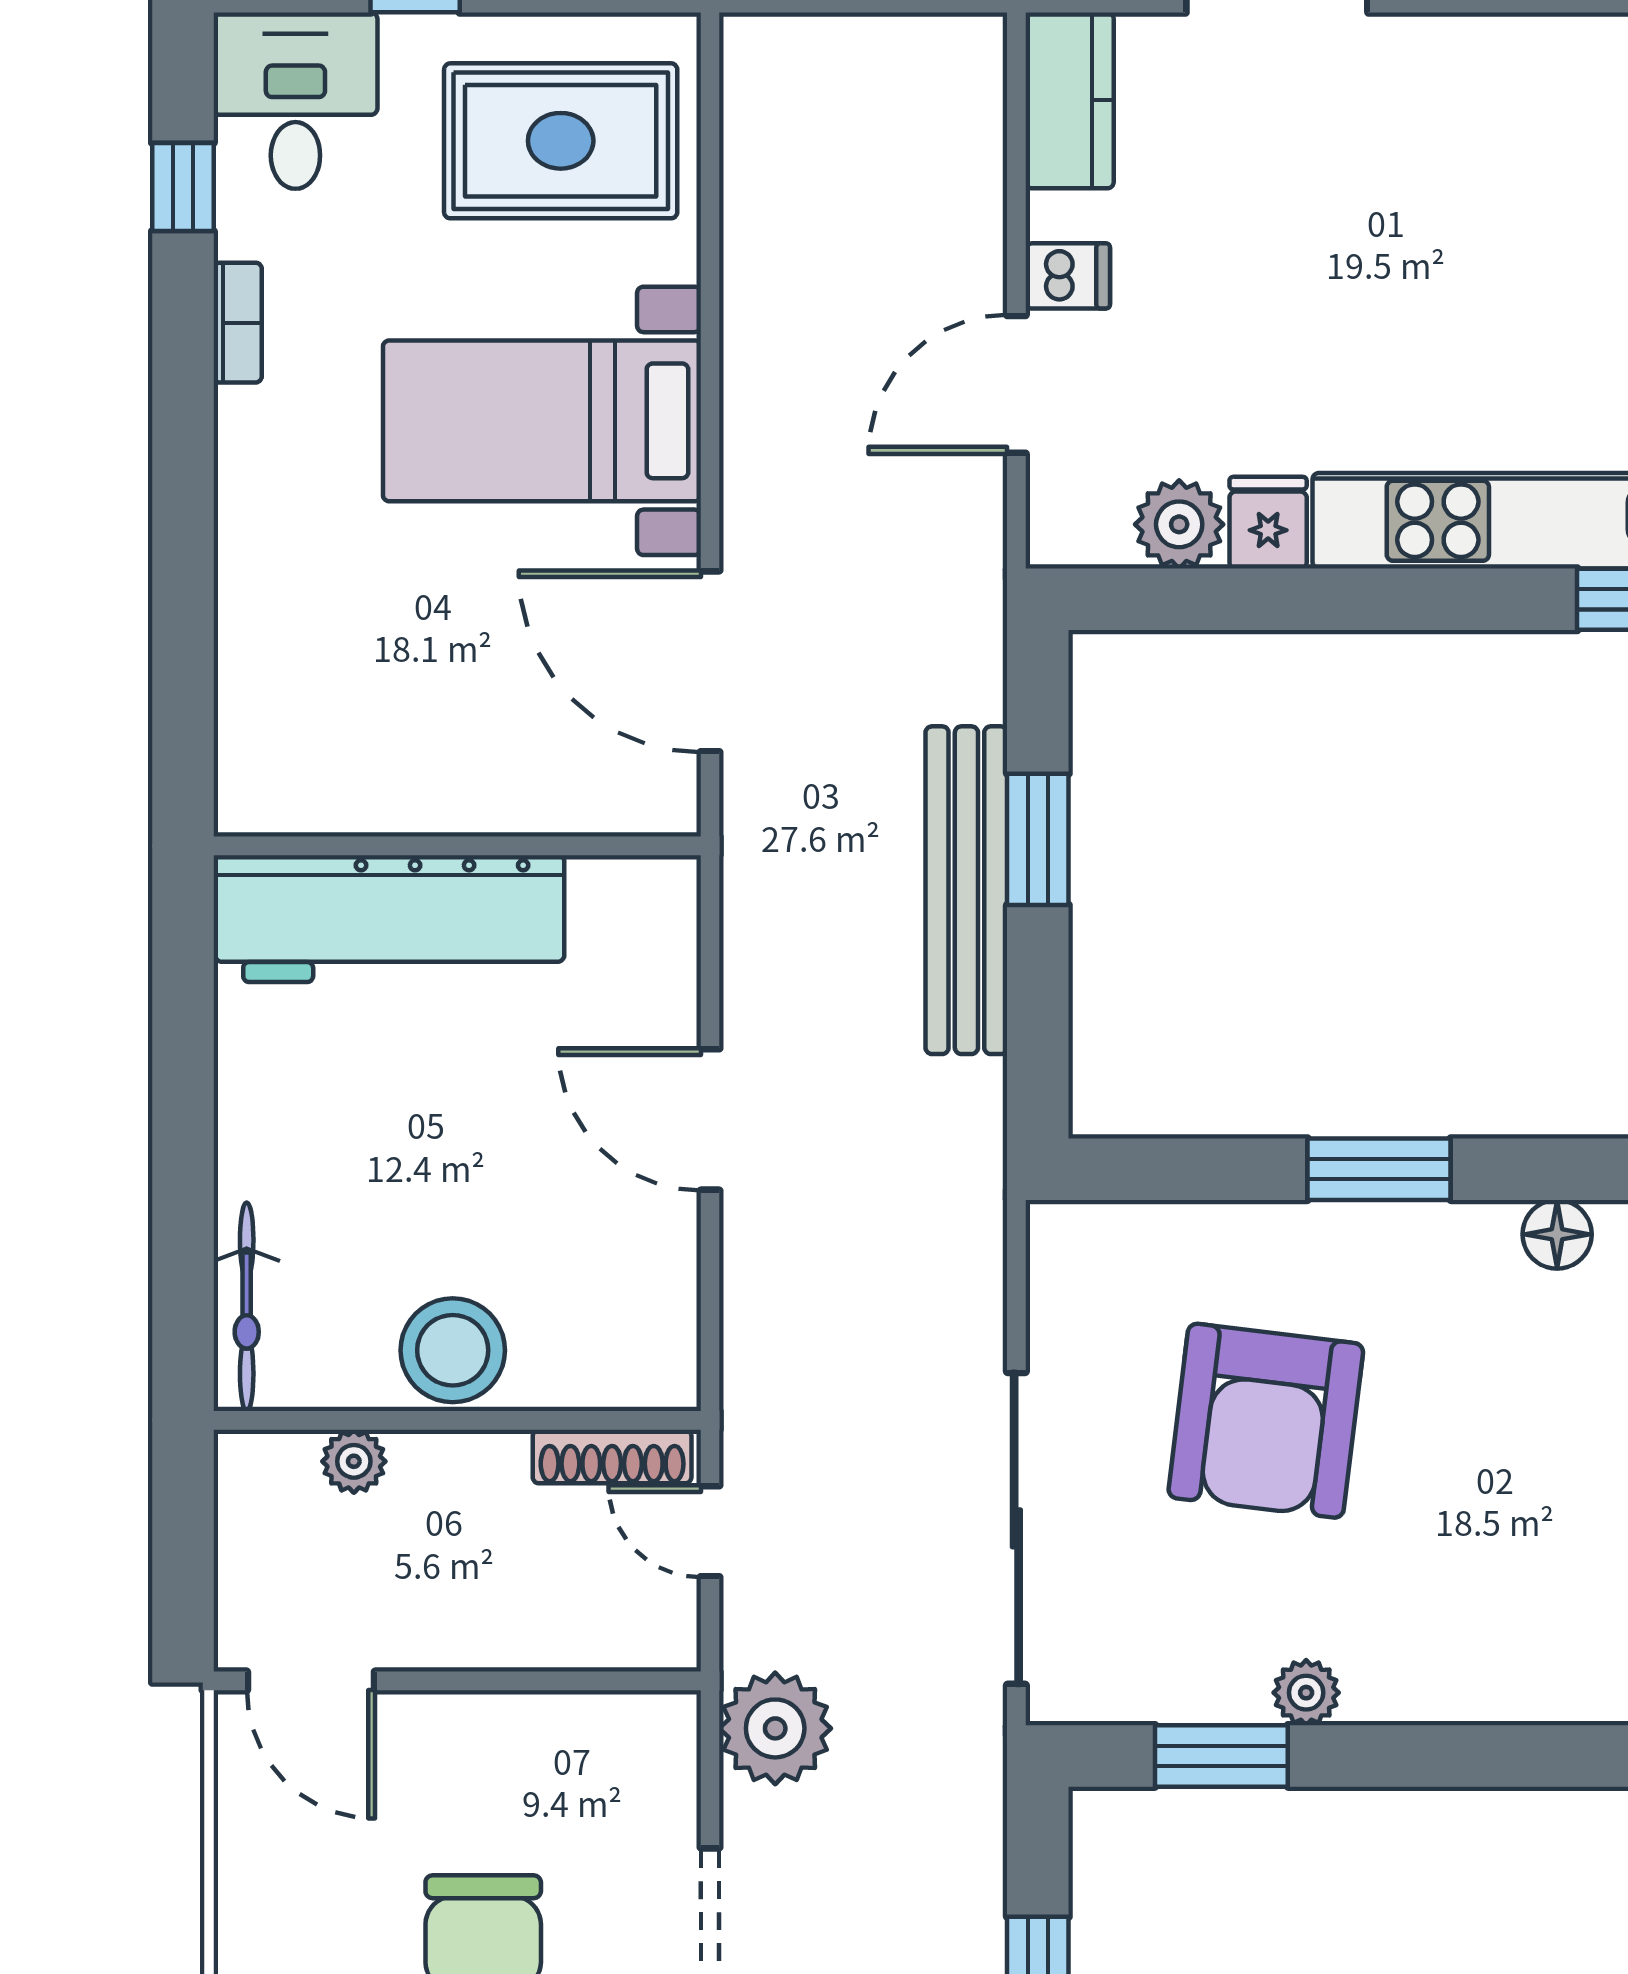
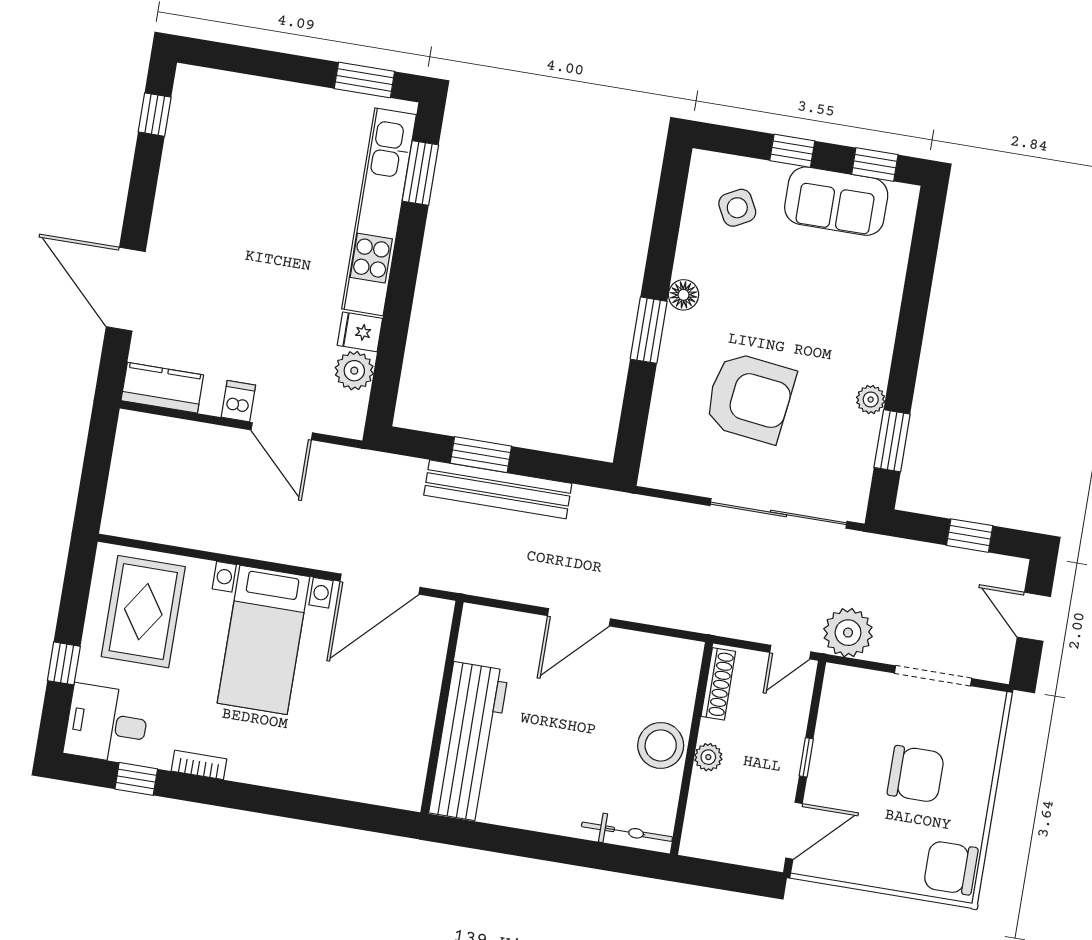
floor lamp: (1557, 1234) -> (684, 295), moved
plant: (354, 1461) -> (708, 757), moved
door: (710, 1531) -> (790, 652), moved
window: (480, 1681) -> (806, 757), added

